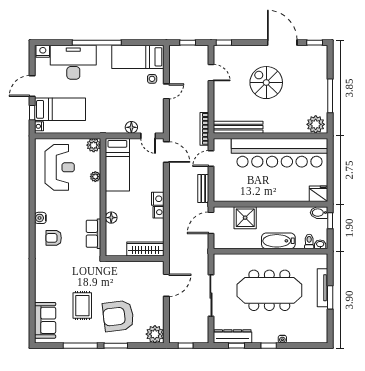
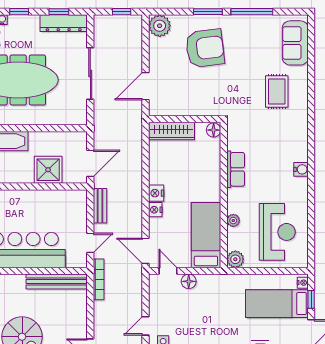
reception desk: (60, 167) -> (277, 232), turned 180
nightstand: (158, 212) -> (155, 210), moved
floor lamp: (111, 218) -> (214, 130), moved
row of seats: (93, 234) -> (236, 169), moved
armchair: (54, 238) -> (285, 145), removed
rug: (82, 306) -> (277, 91), moved

